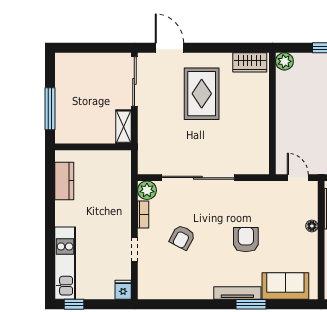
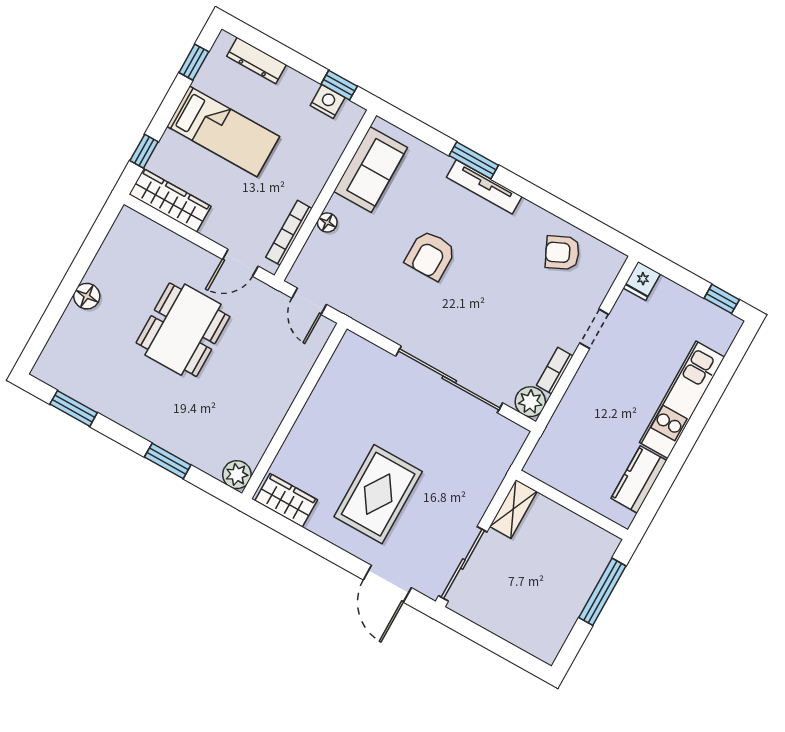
armchair: (182, 237) -> (562, 253), moved, turned -143
kitchen unit: (65, 263) -> (682, 400), moved
sofa: (285, 286) -> (371, 169), moved, turned -90

